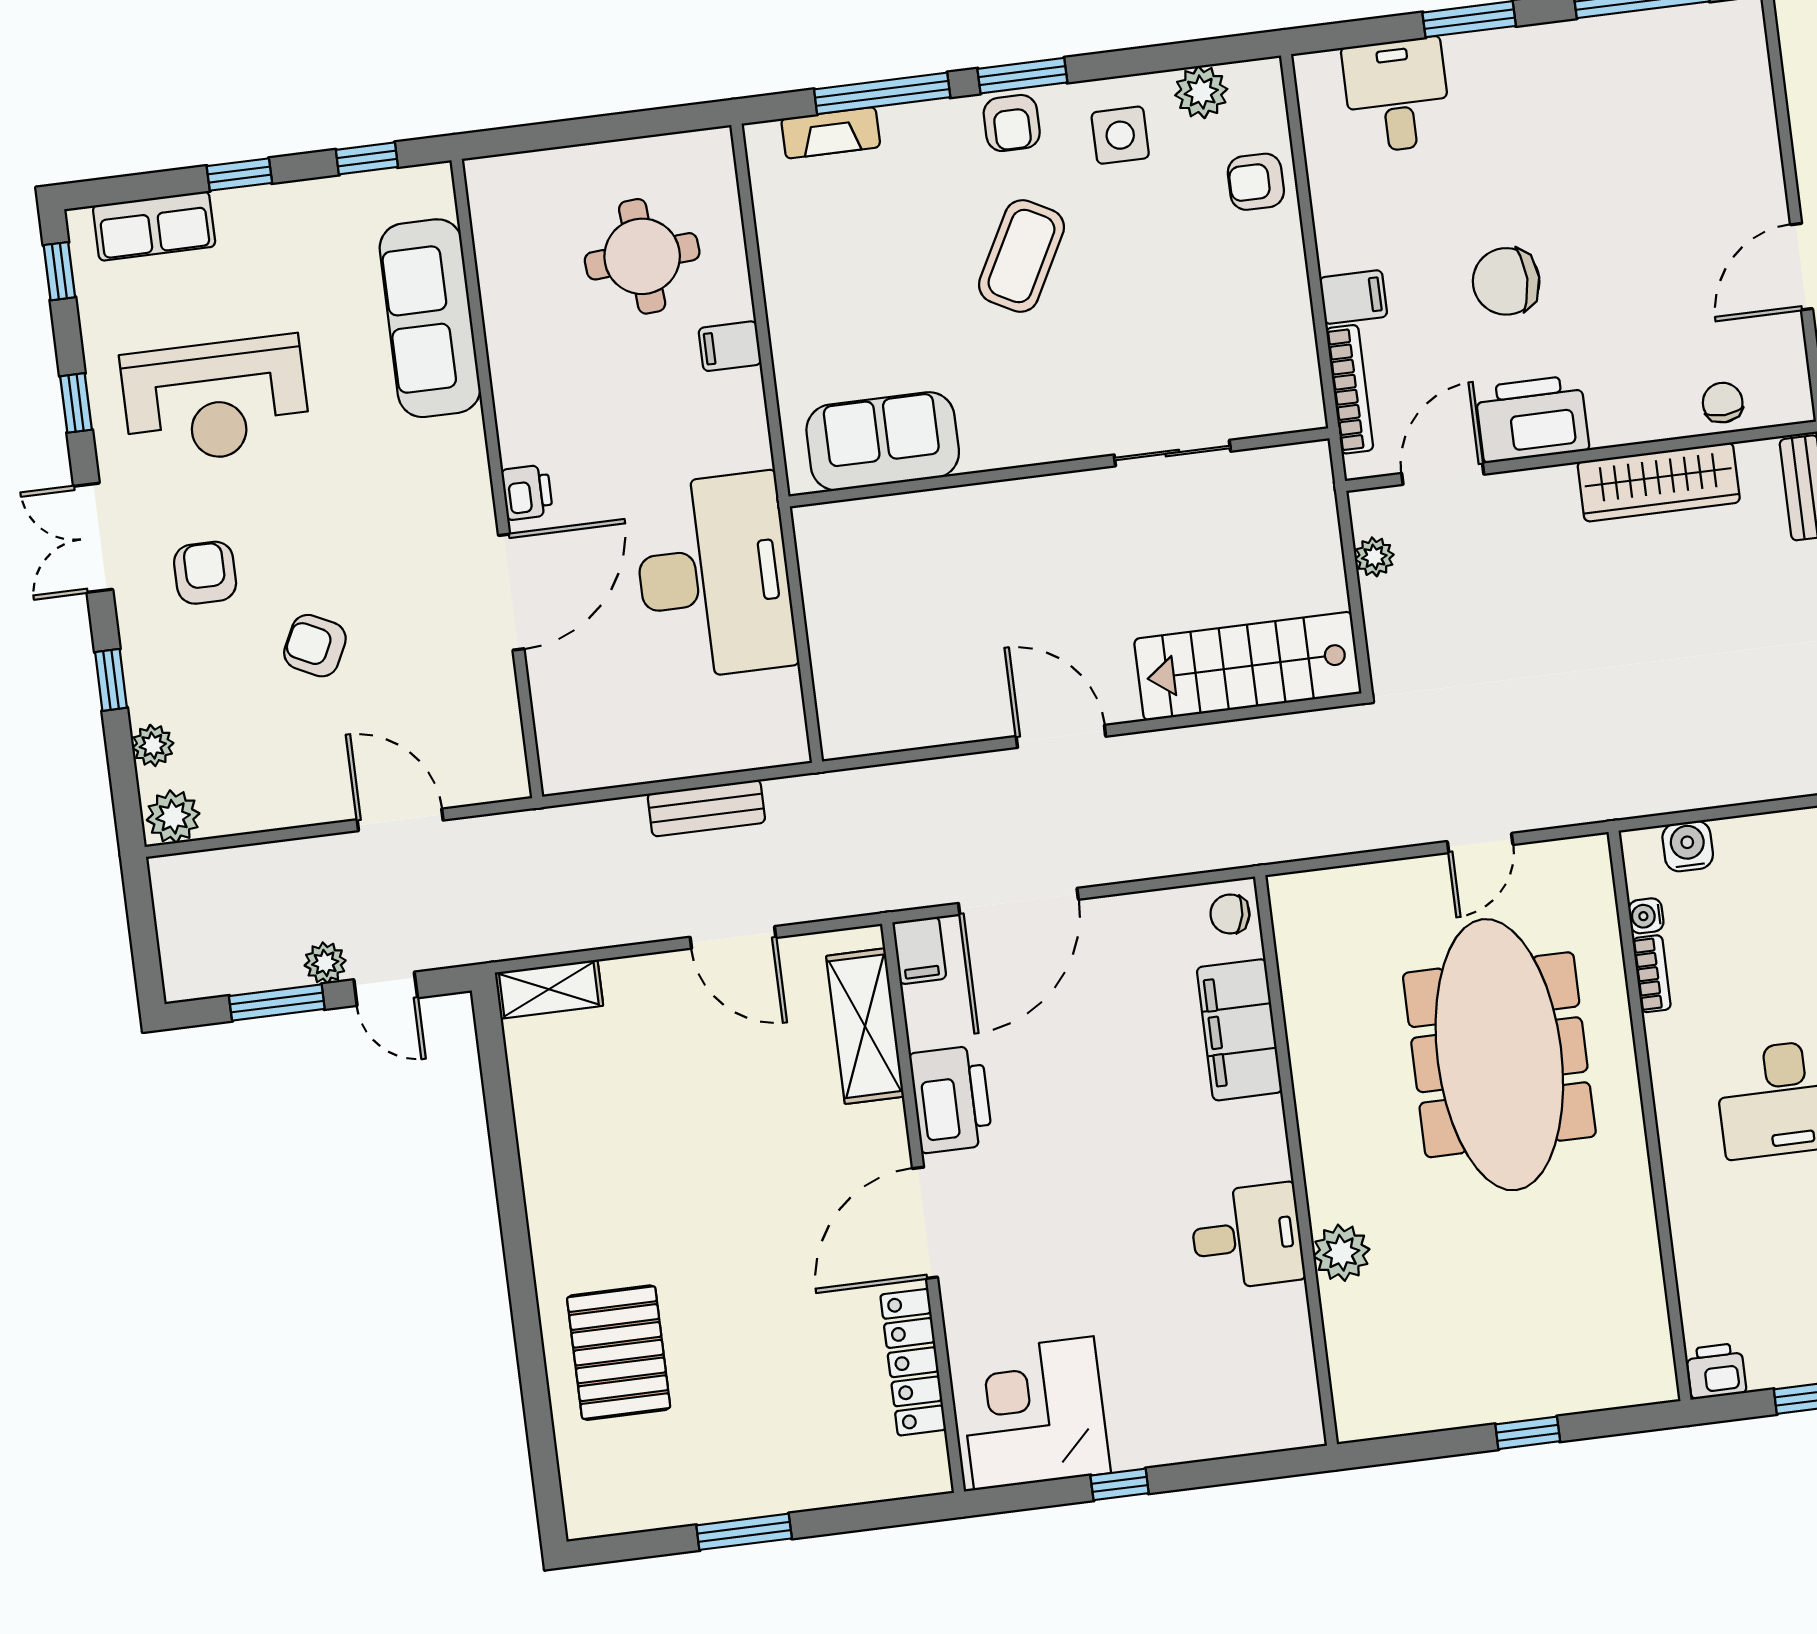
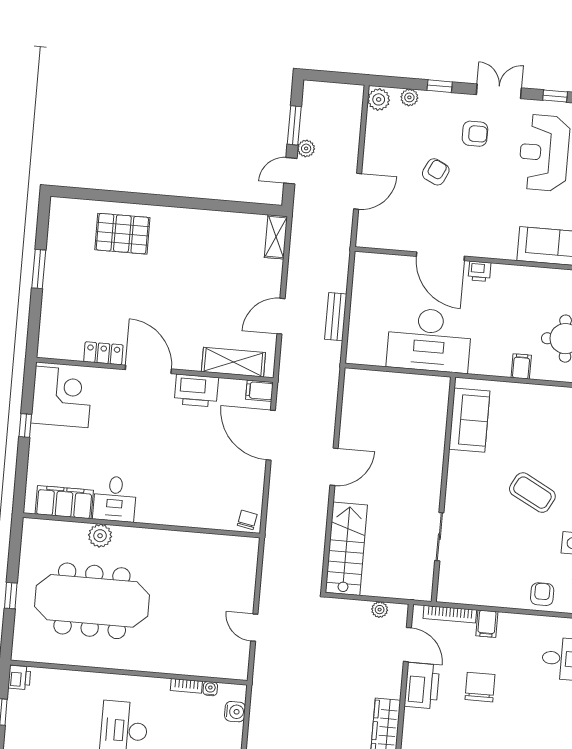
filing cabinet: (1239, 1030) -> (64, 502), moved
meeting table: (1499, 1055) -> (92, 601), moved
locker: (913, 1362) -> (103, 353), width x0.66

